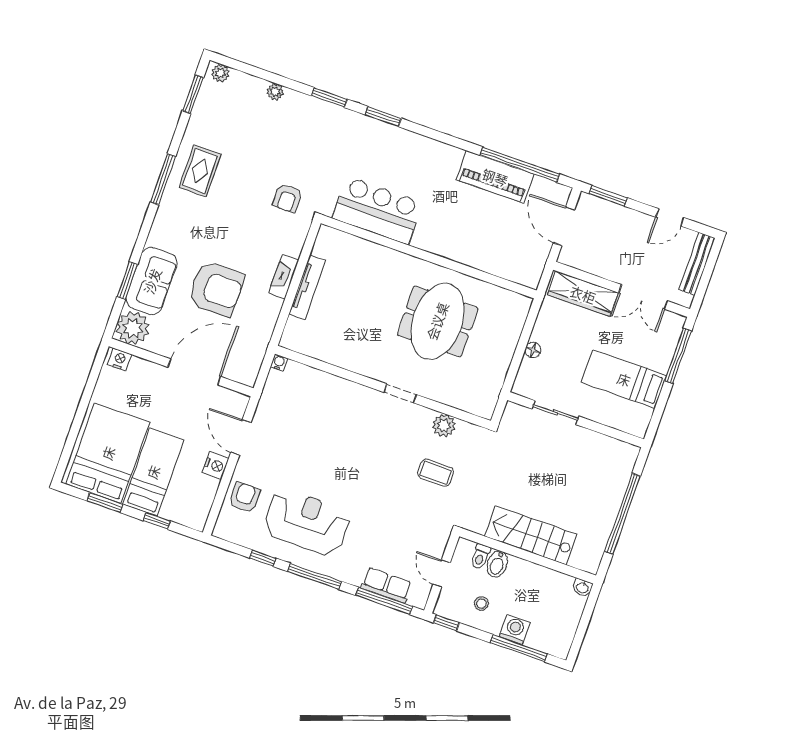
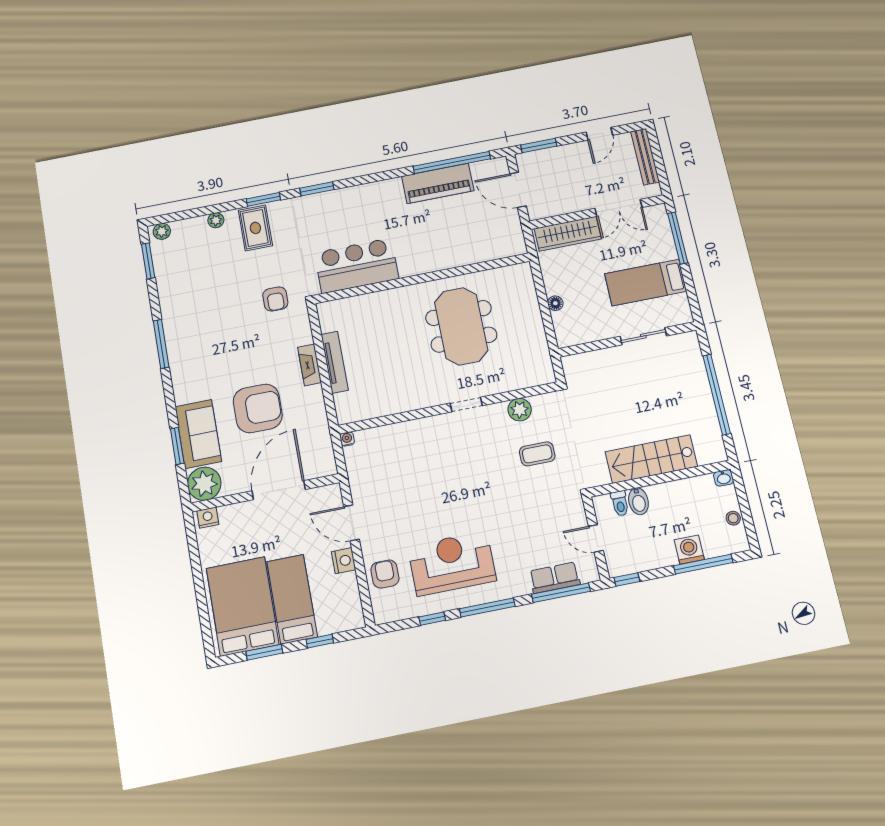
rug: (200, 171) -> (255, 228), moved
sliding door: (555, 413) -> (643, 336), moved
stool: (481, 603) -> (733, 518), moved

